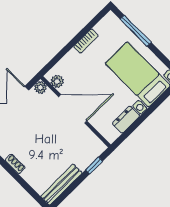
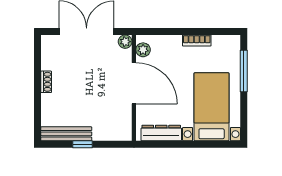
dresser: (126, 120) -> (161, 133), width x1.44
window: (94, 165) -> (82, 144), moved

